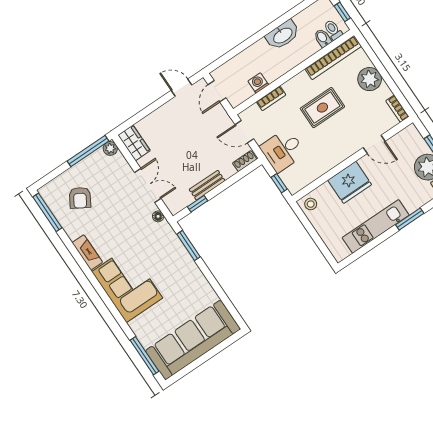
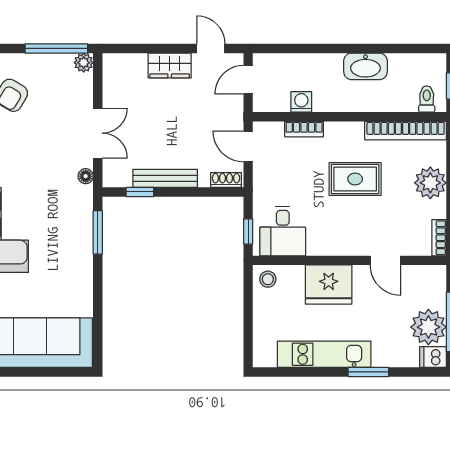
bidet: (323, 38) -> (409, 100), removed
wardrobe: (134, 143) -> (170, 65), moved, turned 90
desk: (283, 150) -> (283, 231), moved, turned -90
bench: (207, 185) -> (165, 178), width x1.36

